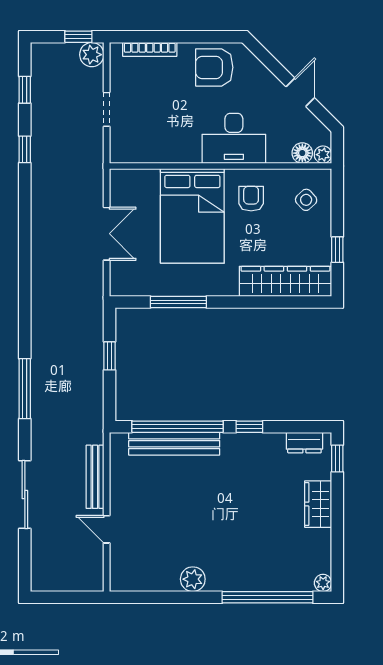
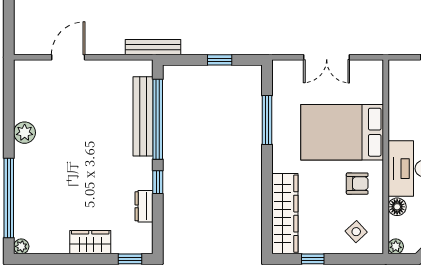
floor lamp: (302, 153) -> (397, 207), moved
dresser: (304, 443) -> (144, 206), moved
bench: (95, 477) -> (153, 47), moved
door: (107, 529) -> (68, 57), width x1.38

